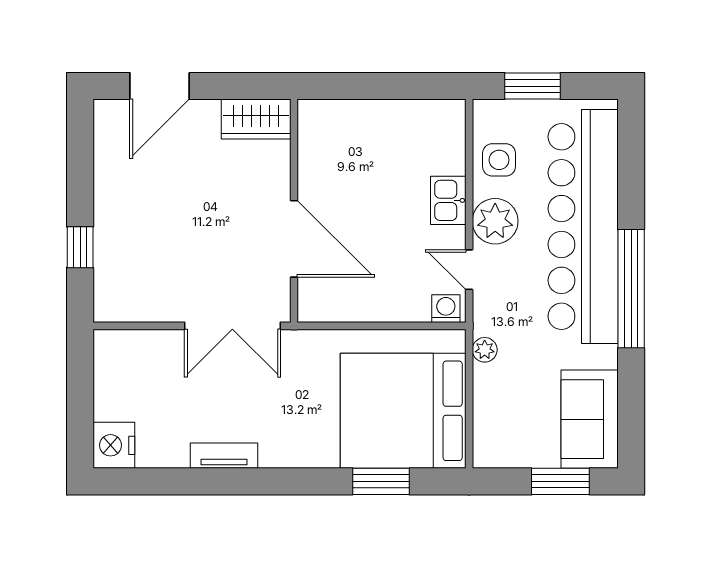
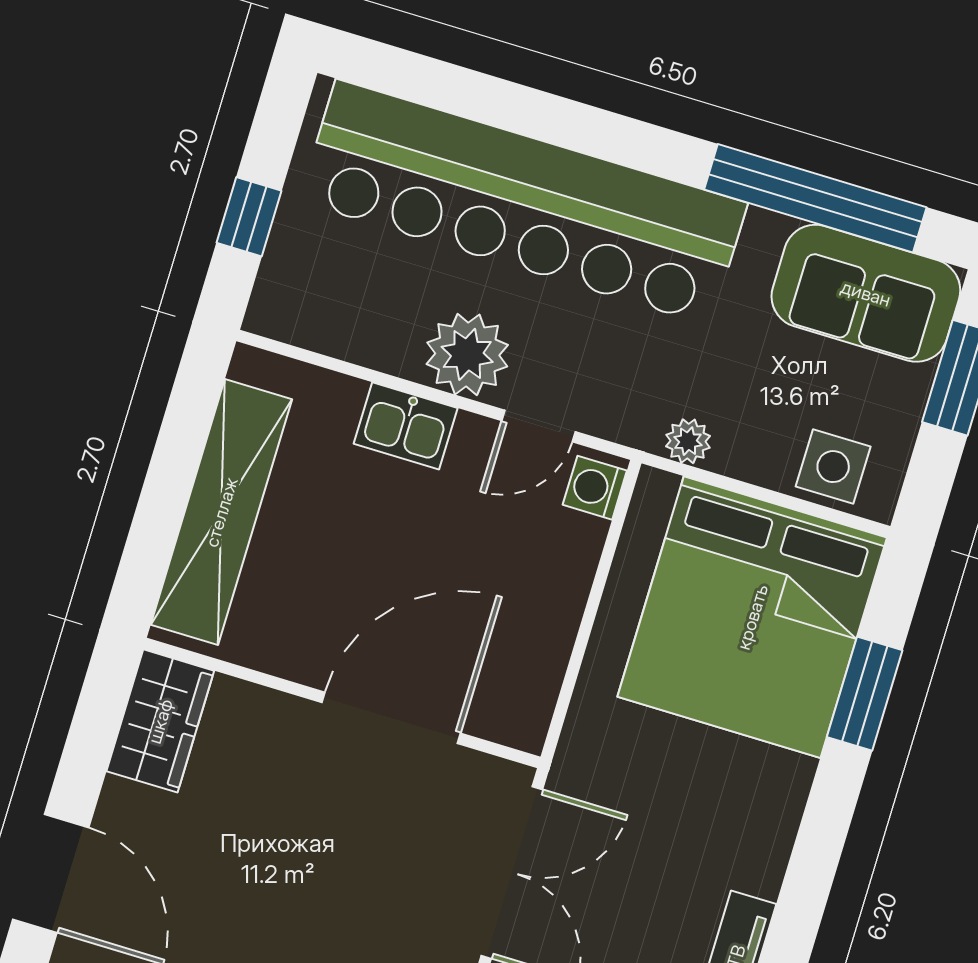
window: (532, 86) -> (249, 217), width x0.67
shelving: (374, 118) -> (221, 512), added
side table: (499, 160) -> (833, 467), moved
window: (631, 289) -> (815, 198), moved

